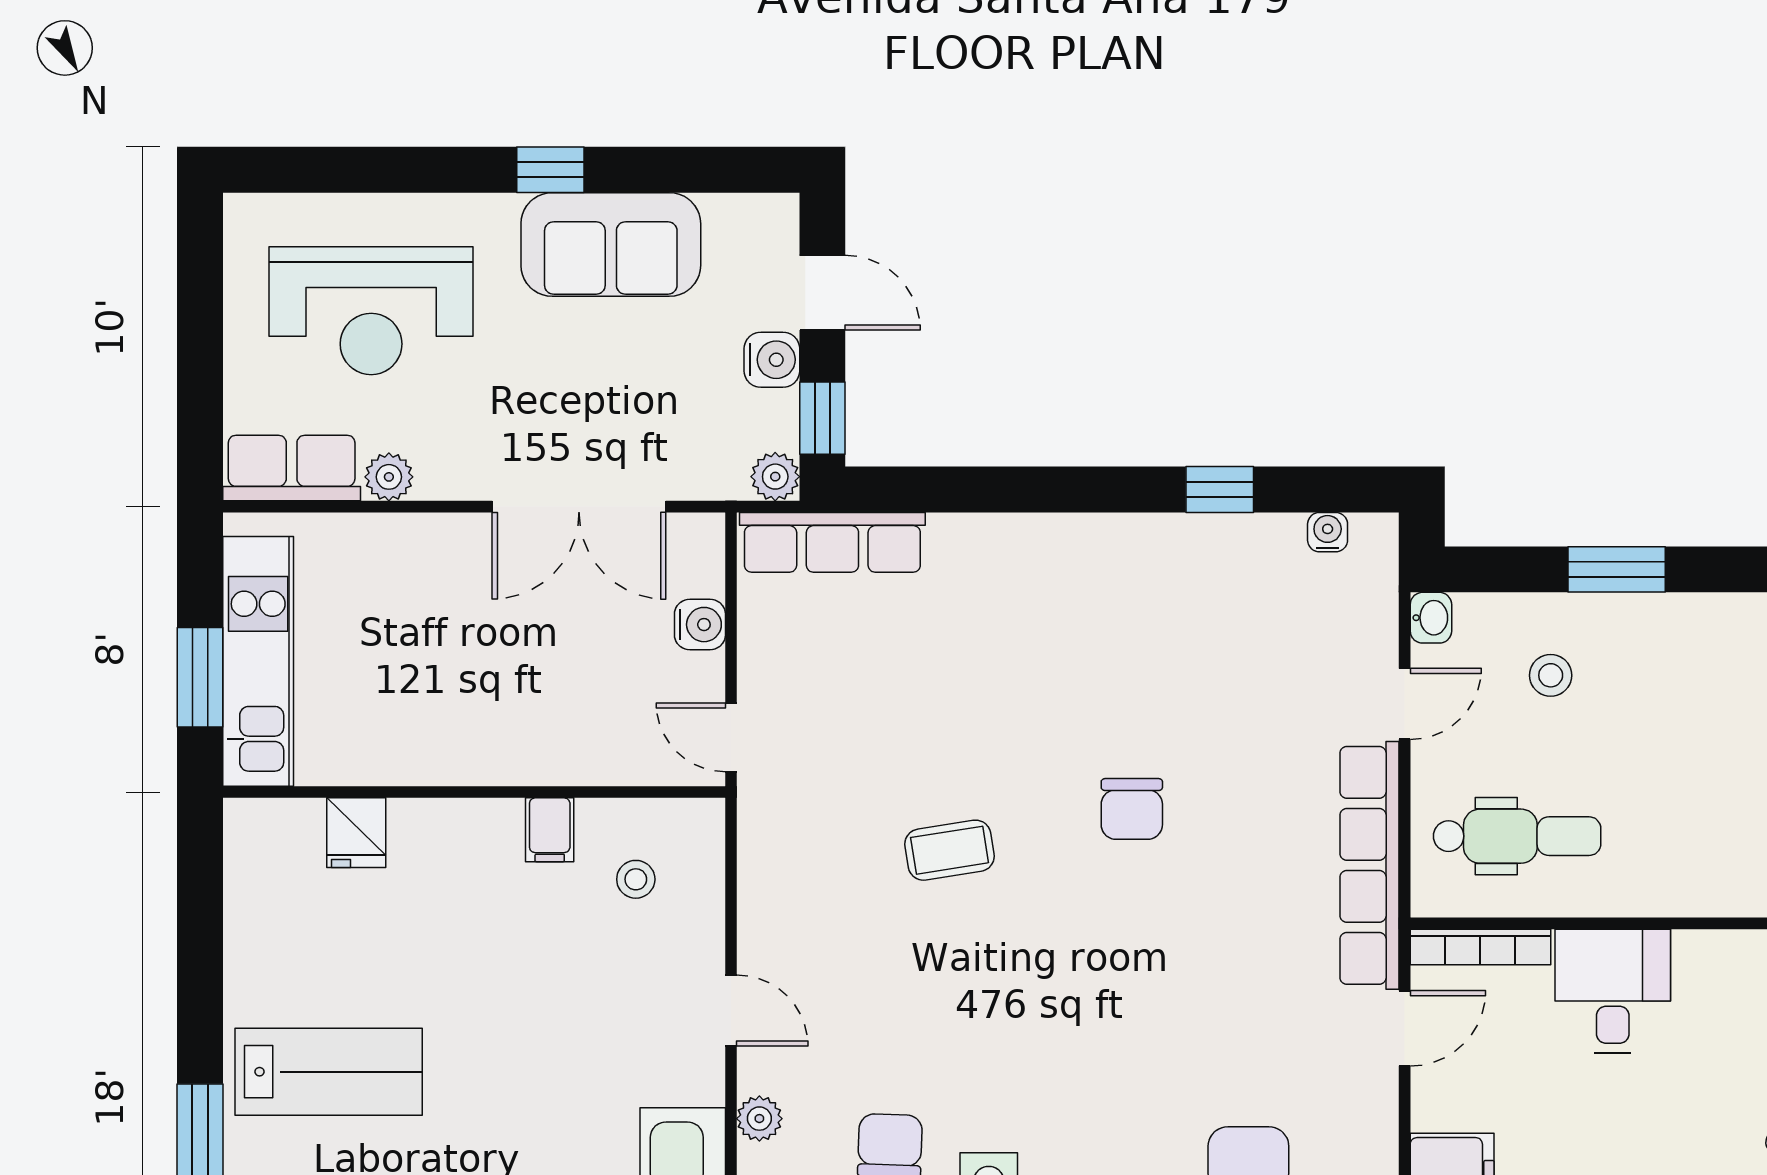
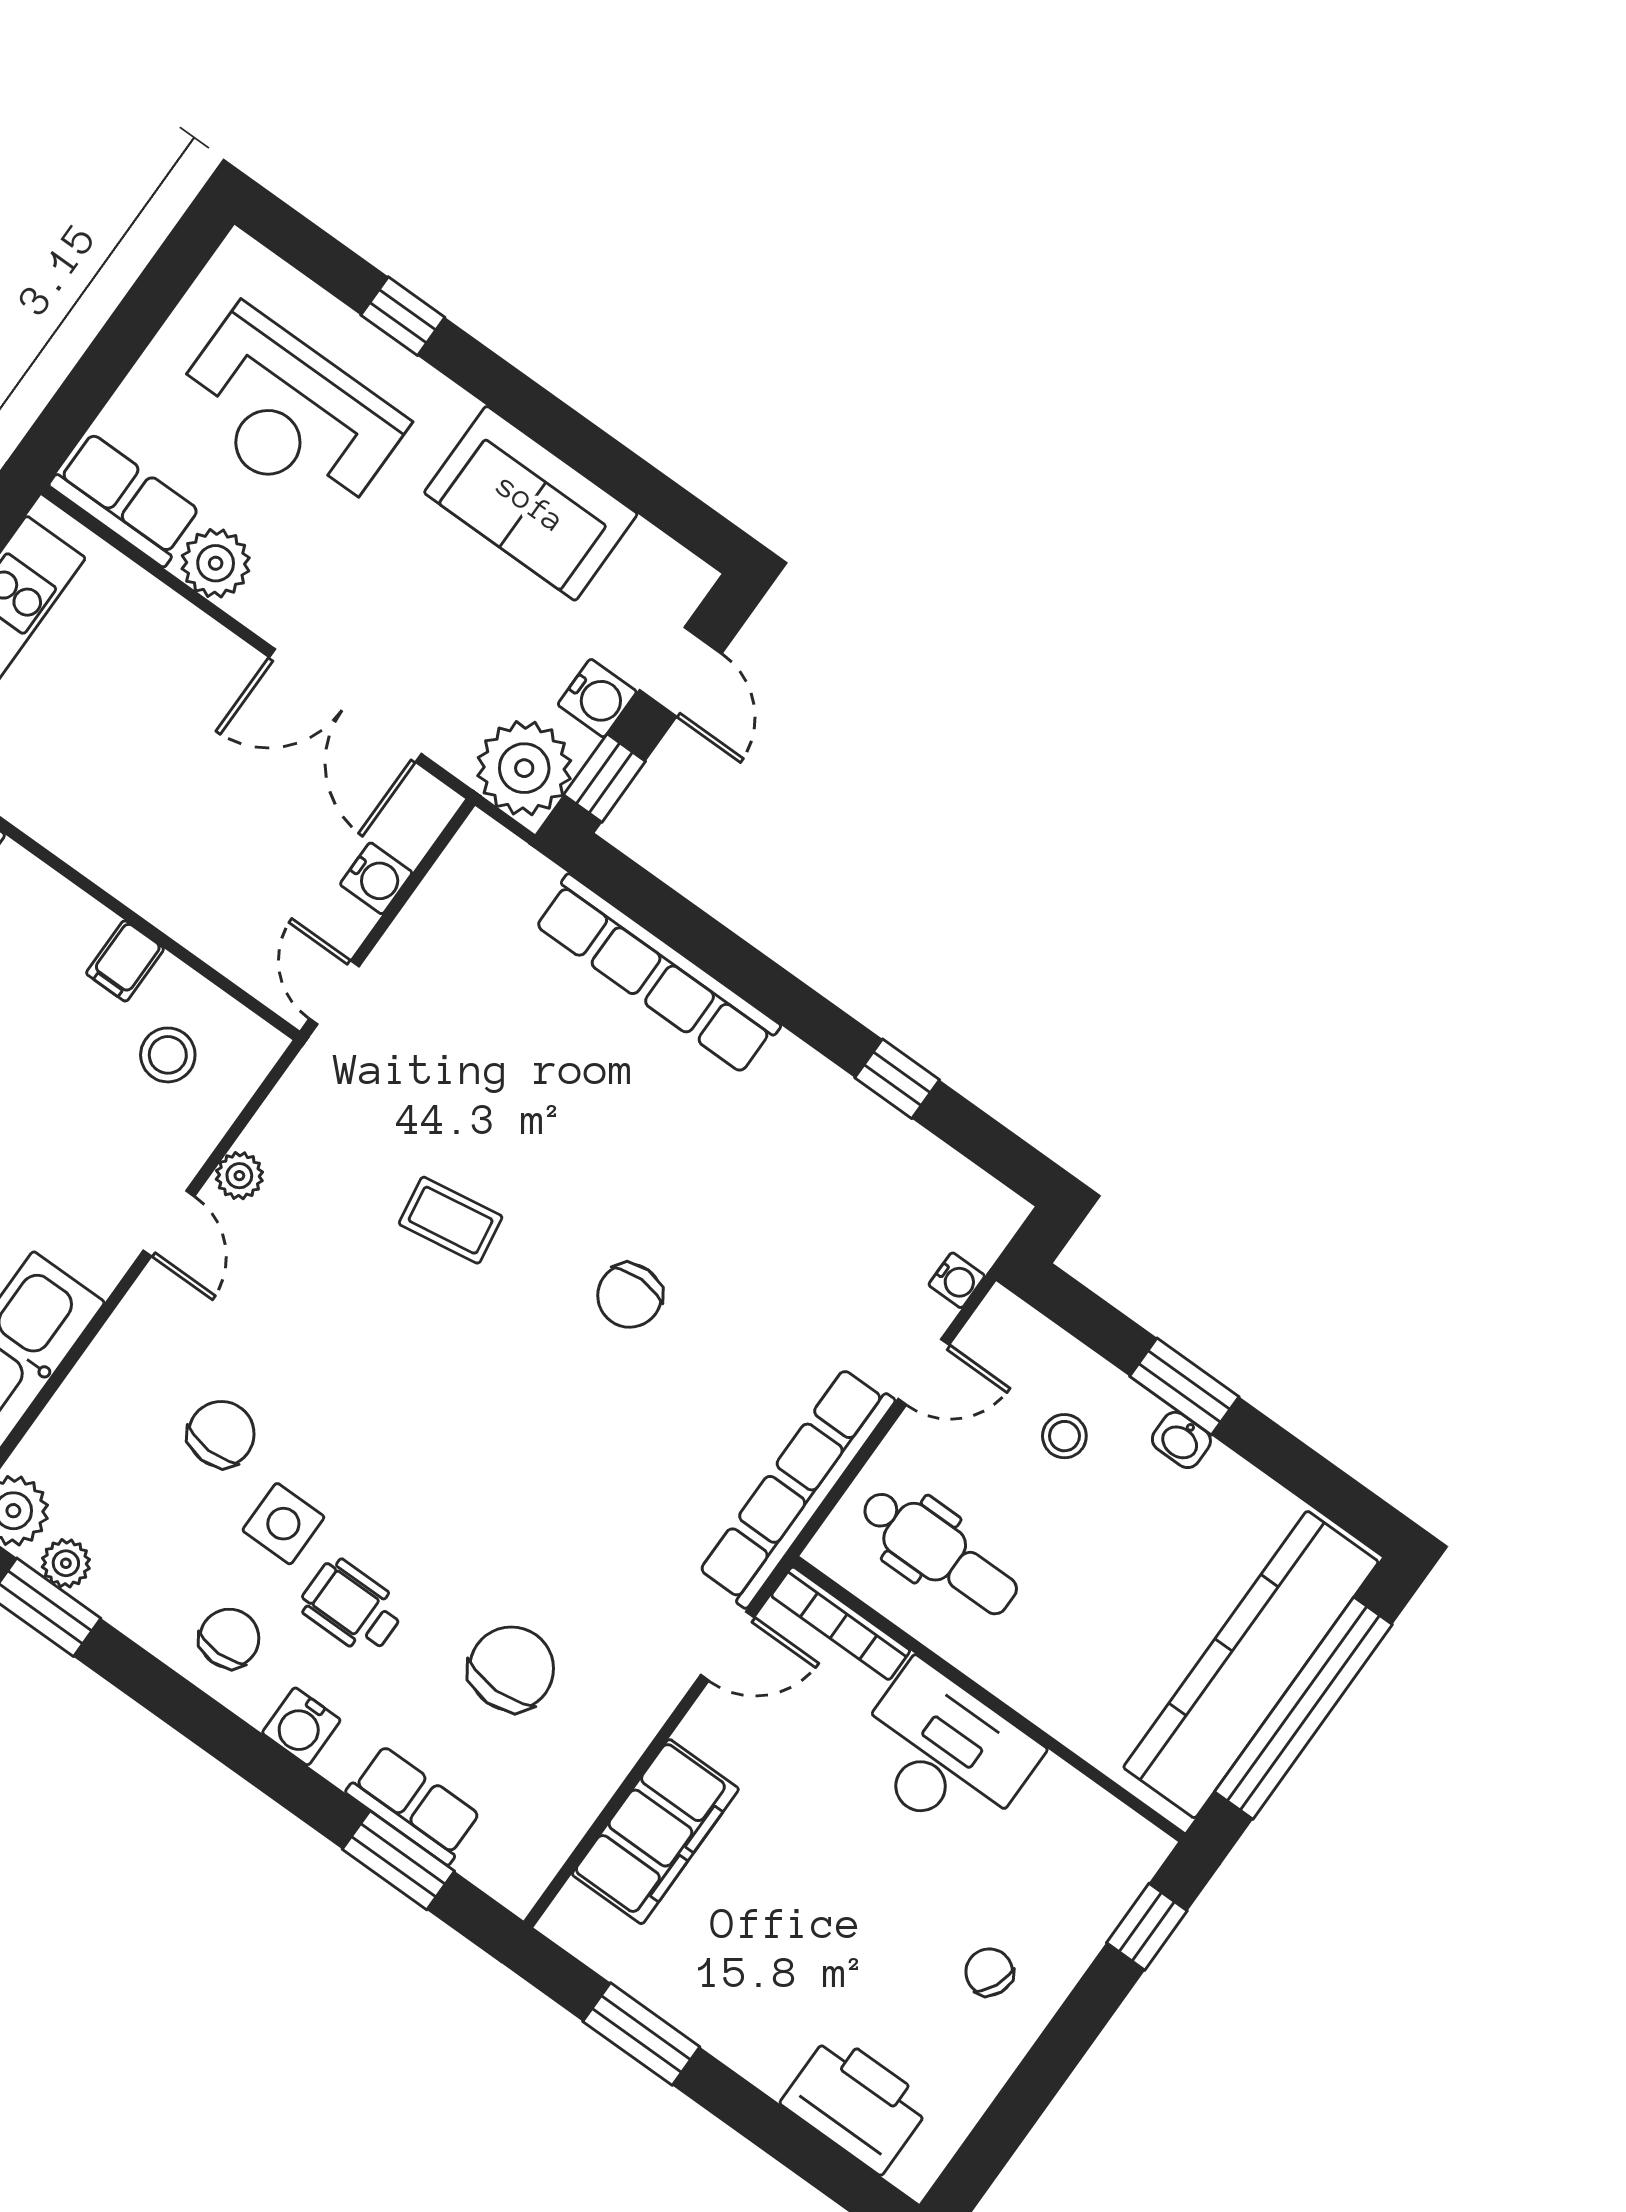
window: (550, 170) -> (403, 316), moved
plant: (389, 477) -> (216, 563), width x1.38, depth x1.38
plant: (775, 477) -> (524, 768), width x1.87, depth x1.87
water cooler: (1328, 532) -> (957, 1280), moved, turned 90
row of seats: (832, 542) -> (657, 974), moved, width x1.36
washbasin: (1431, 618) -> (1181, 1440), moved, turned 90
stool: (636, 879) -> (168, 1055), width x1.37, depth x1.37
desk: (1613, 991) -> (944, 1754), width x1.37
plant: (759, 1119) -> (239, 1176), moved

